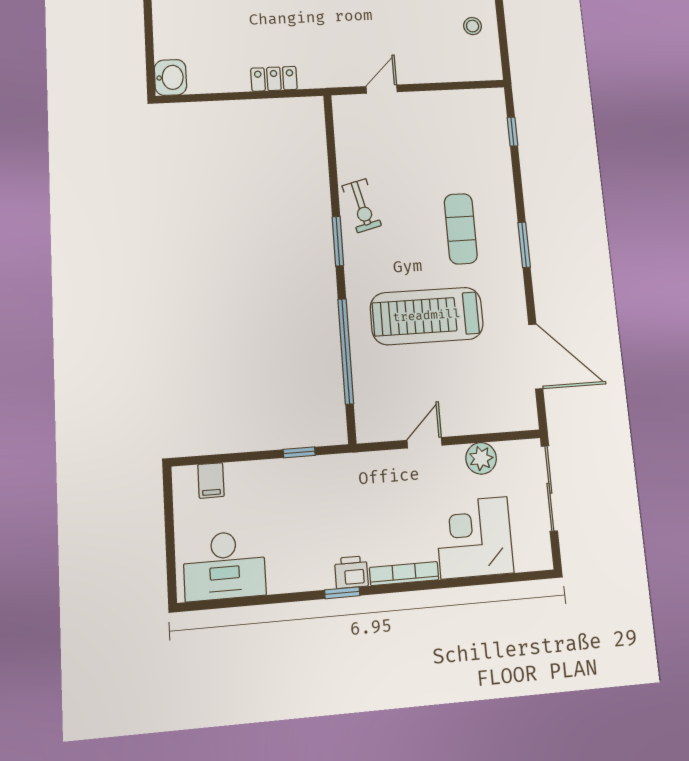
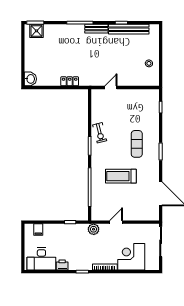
treadmill: (427, 316) -> (121, 176), width x0.73, depth x0.73
plant: (481, 458) -> (94, 229), moved
printer: (351, 572) -> (62, 265), moved

